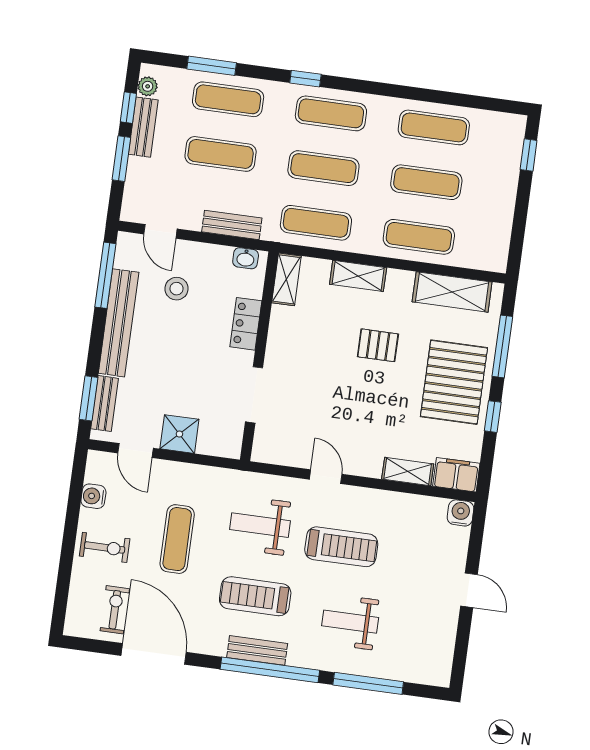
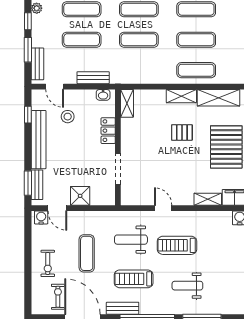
bench: (143, 127) -> (37, 64), moved
exercise mat: (316, 223) -> (139, 70), removed
window: (105, 275) -> (28, 115), width x0.46
shelving: (358, 276) -> (181, 96), moved
water cooler: (93, 496) -> (41, 217), moved, turned 90
exercise bike: (105, 547) -> (48, 263), turned 90
treadmill: (341, 547) -> (177, 245), turned 180
bench: (257, 650) -> (123, 308), moved

